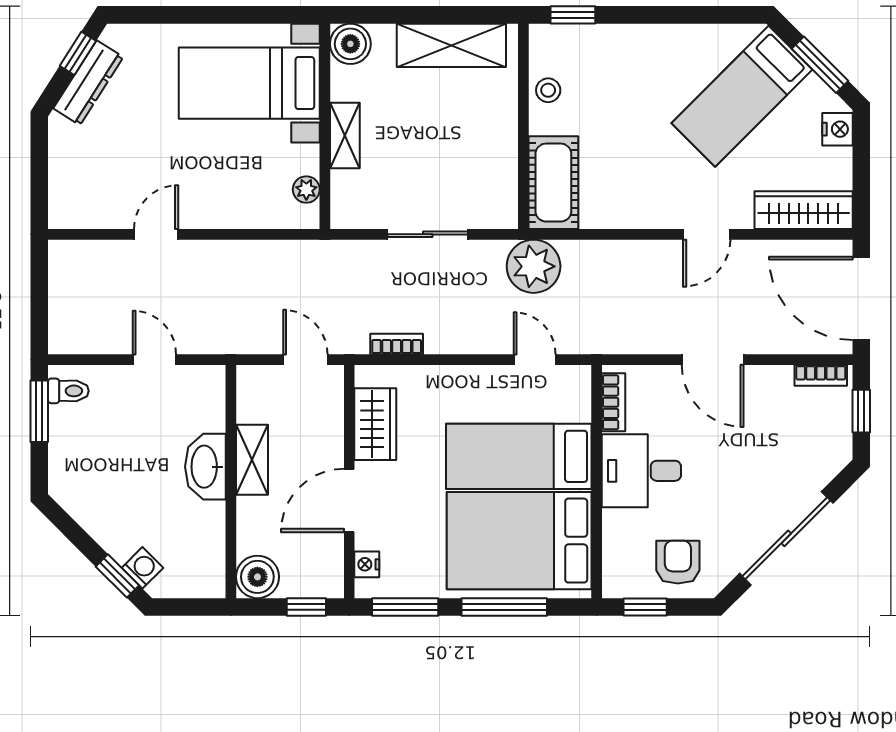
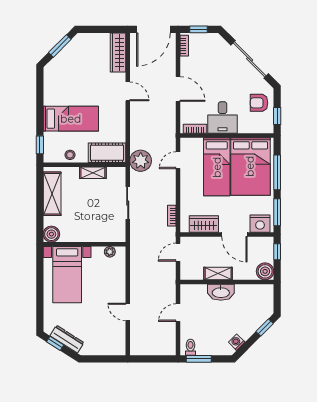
bed: (742, 96) -> (71, 119), moved, turned -45
nightstand: (838, 129) -> (86, 39), removed
shelving: (345, 136) -> (93, 173), moved
door: (713, 360) -> (178, 89), hinge flipped
nightstand: (367, 564) -> (260, 224), width x1.89, depth x1.79
washing machine: (142, 568) -> (237, 342), moved

